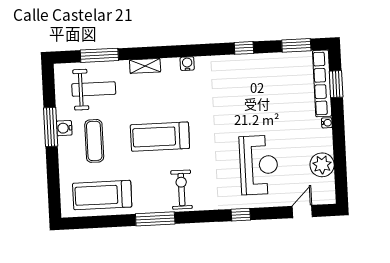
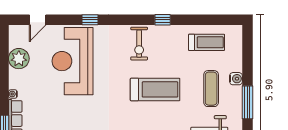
water cooler: (64, 128) -> (236, 79), moved
reception desk: (259, 165) -> (72, 61), width x1.36, depth x1.30
treadmill: (102, 195) -> (207, 42), width x0.73, depth x0.73
window: (155, 219) -> (163, 20), width x0.46

